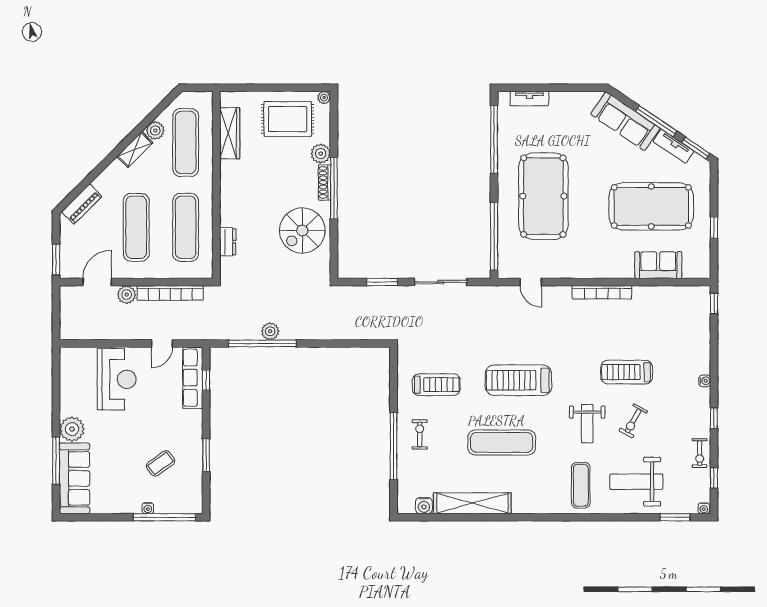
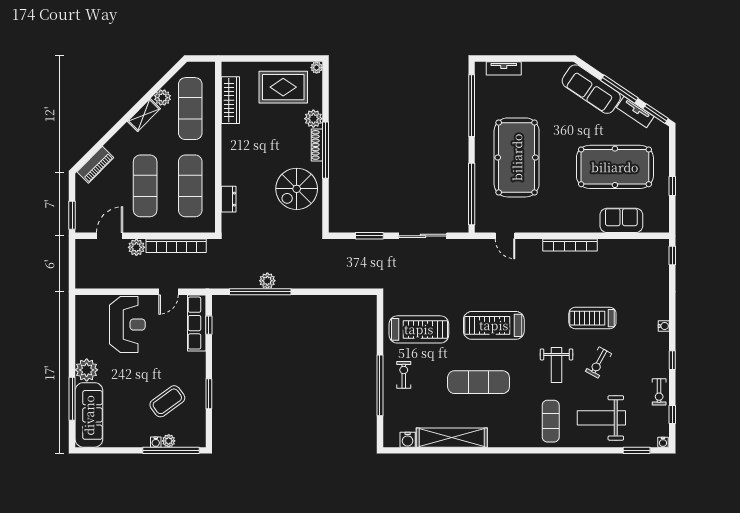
treadmill: (436, 385) -> (419, 329), width x1.37, depth x1.38
coffee table: (161, 463) -> (167, 401), width x1.36, depth x1.30
plant: (162, 507) -> (169, 441), added

